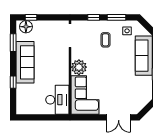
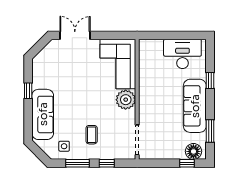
desk: (57, 100) -> (182, 54), moved, turned 90

